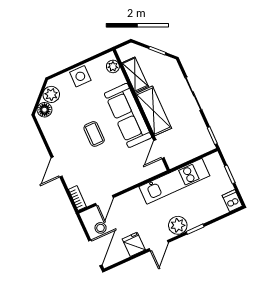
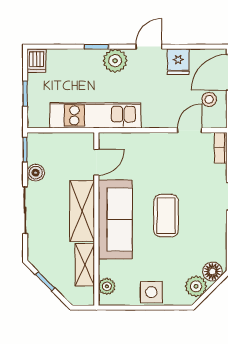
boiler: (198, 123) -> (36, 173), added
coffee table: (94, 134) -> (166, 216), width x1.36, depth x1.30

